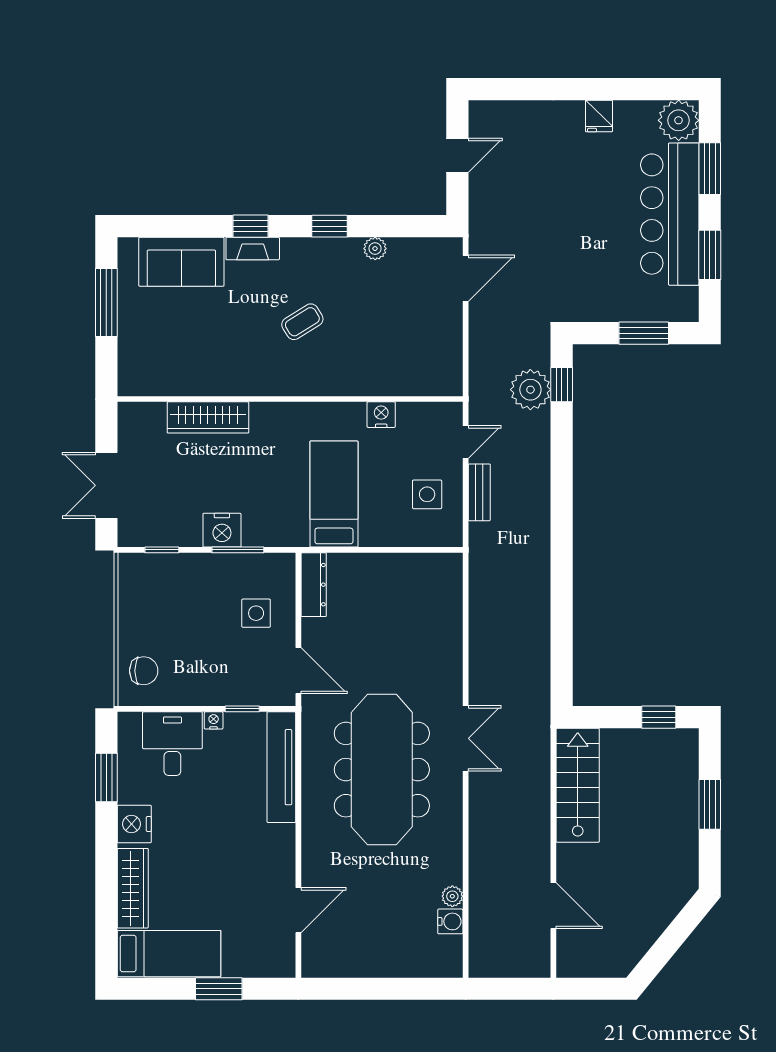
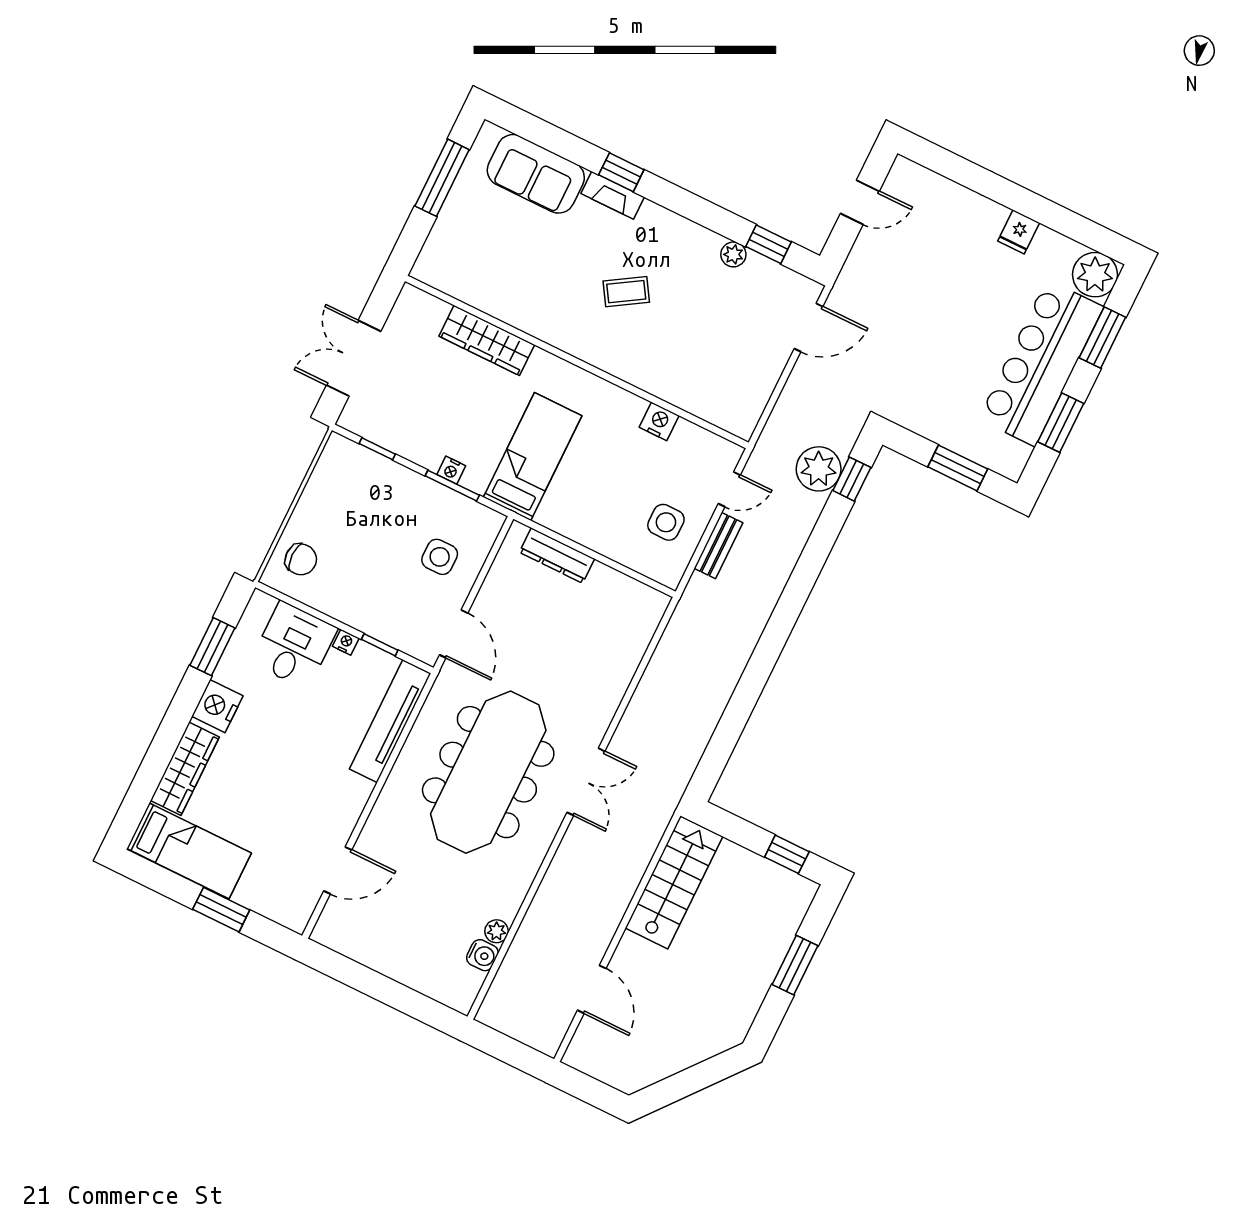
window: (330, 226) -> (768, 244), moved
bed: (334, 494) -> (533, 457), moved
nightstand: (222, 530) -> (451, 470), width x0.53, depth x0.56
dresser: (314, 585) -> (557, 556), moved, turned 90

